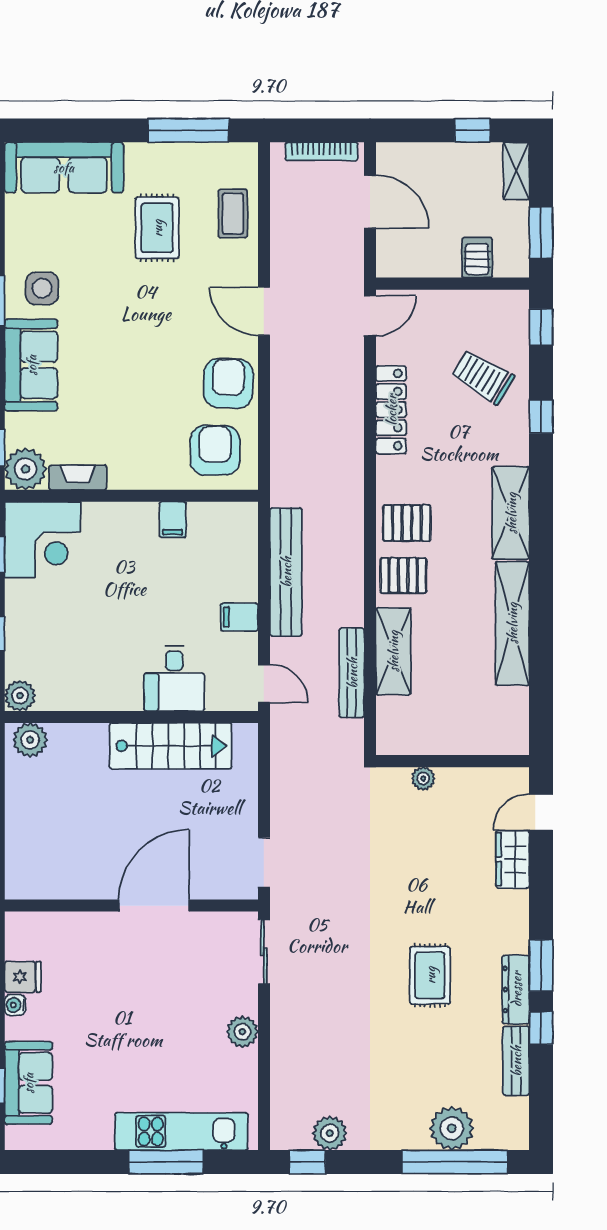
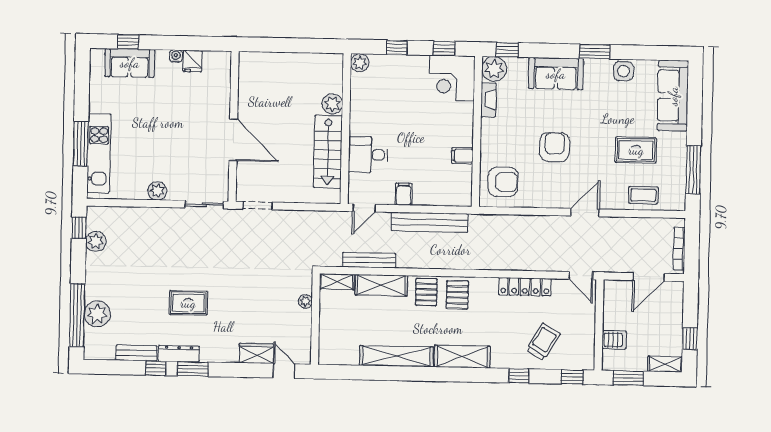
side table: (42, 288) -> (623, 71), moved
armchair: (228, 383) -> (555, 147), moved, turned -92
shelving: (389, 726) -> (337, 282), added
plant: (30, 740) -> (332, 104), moved

